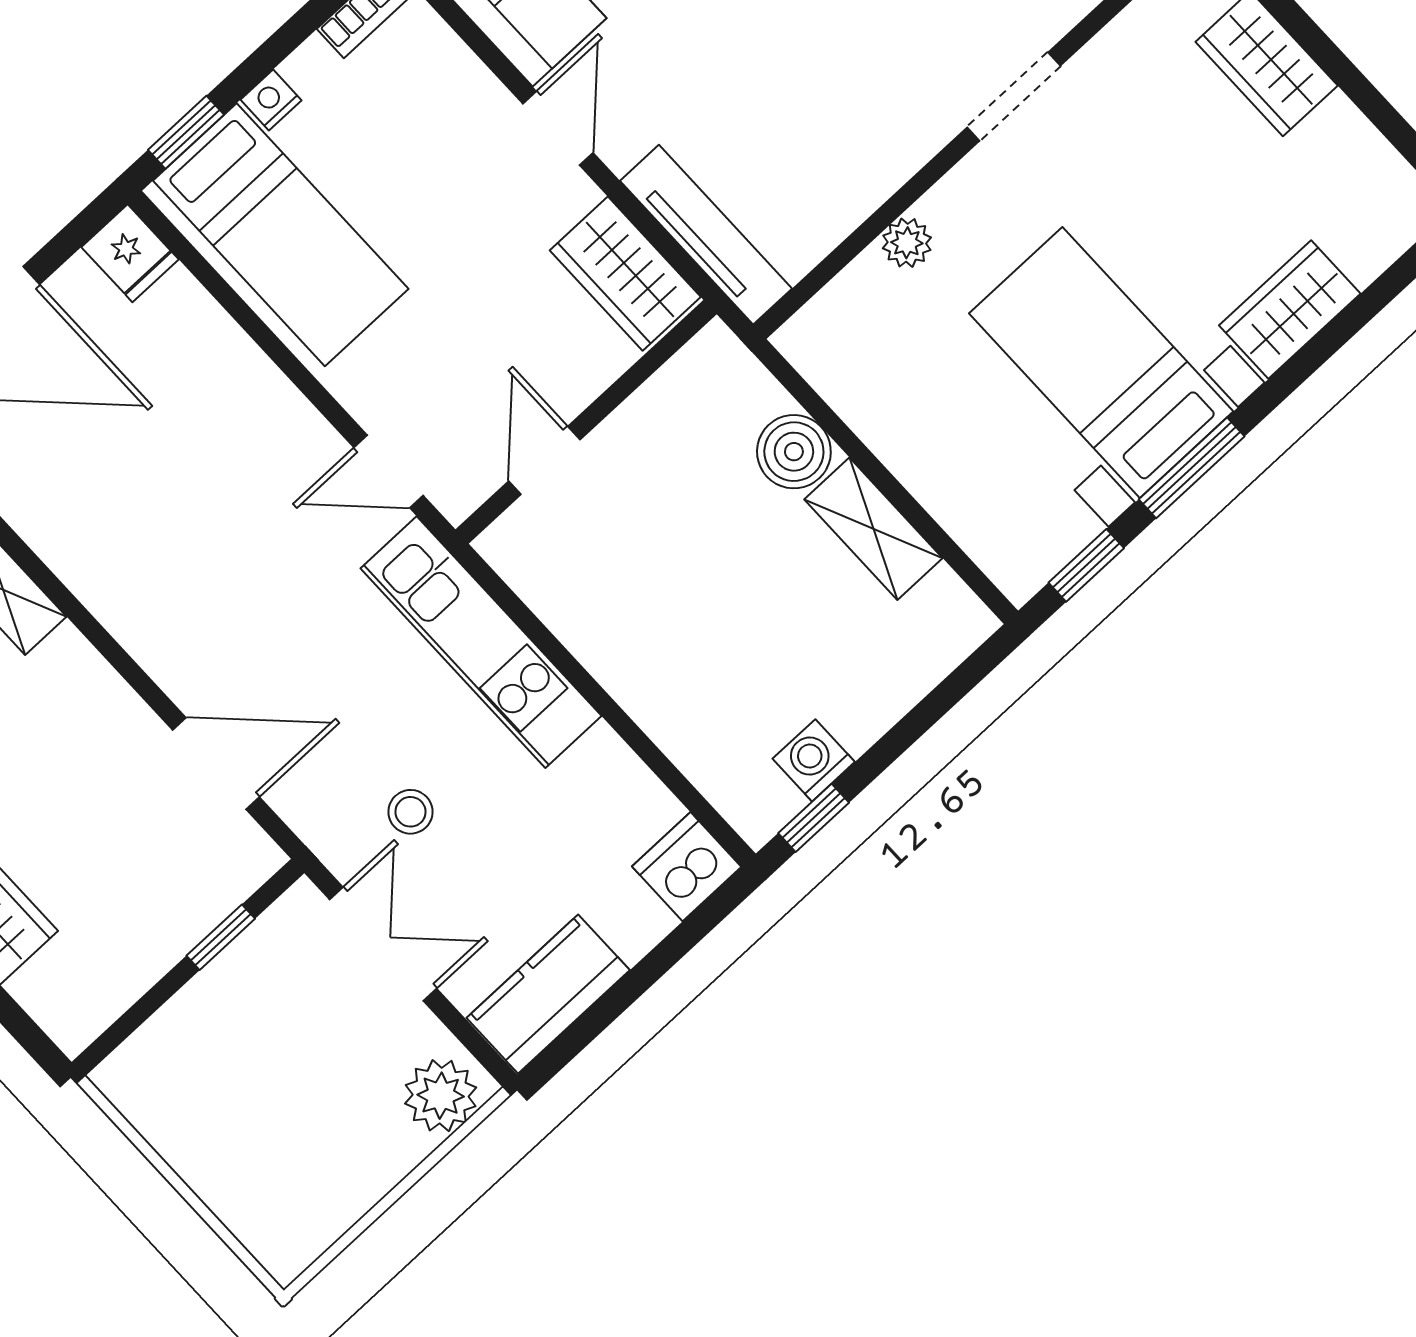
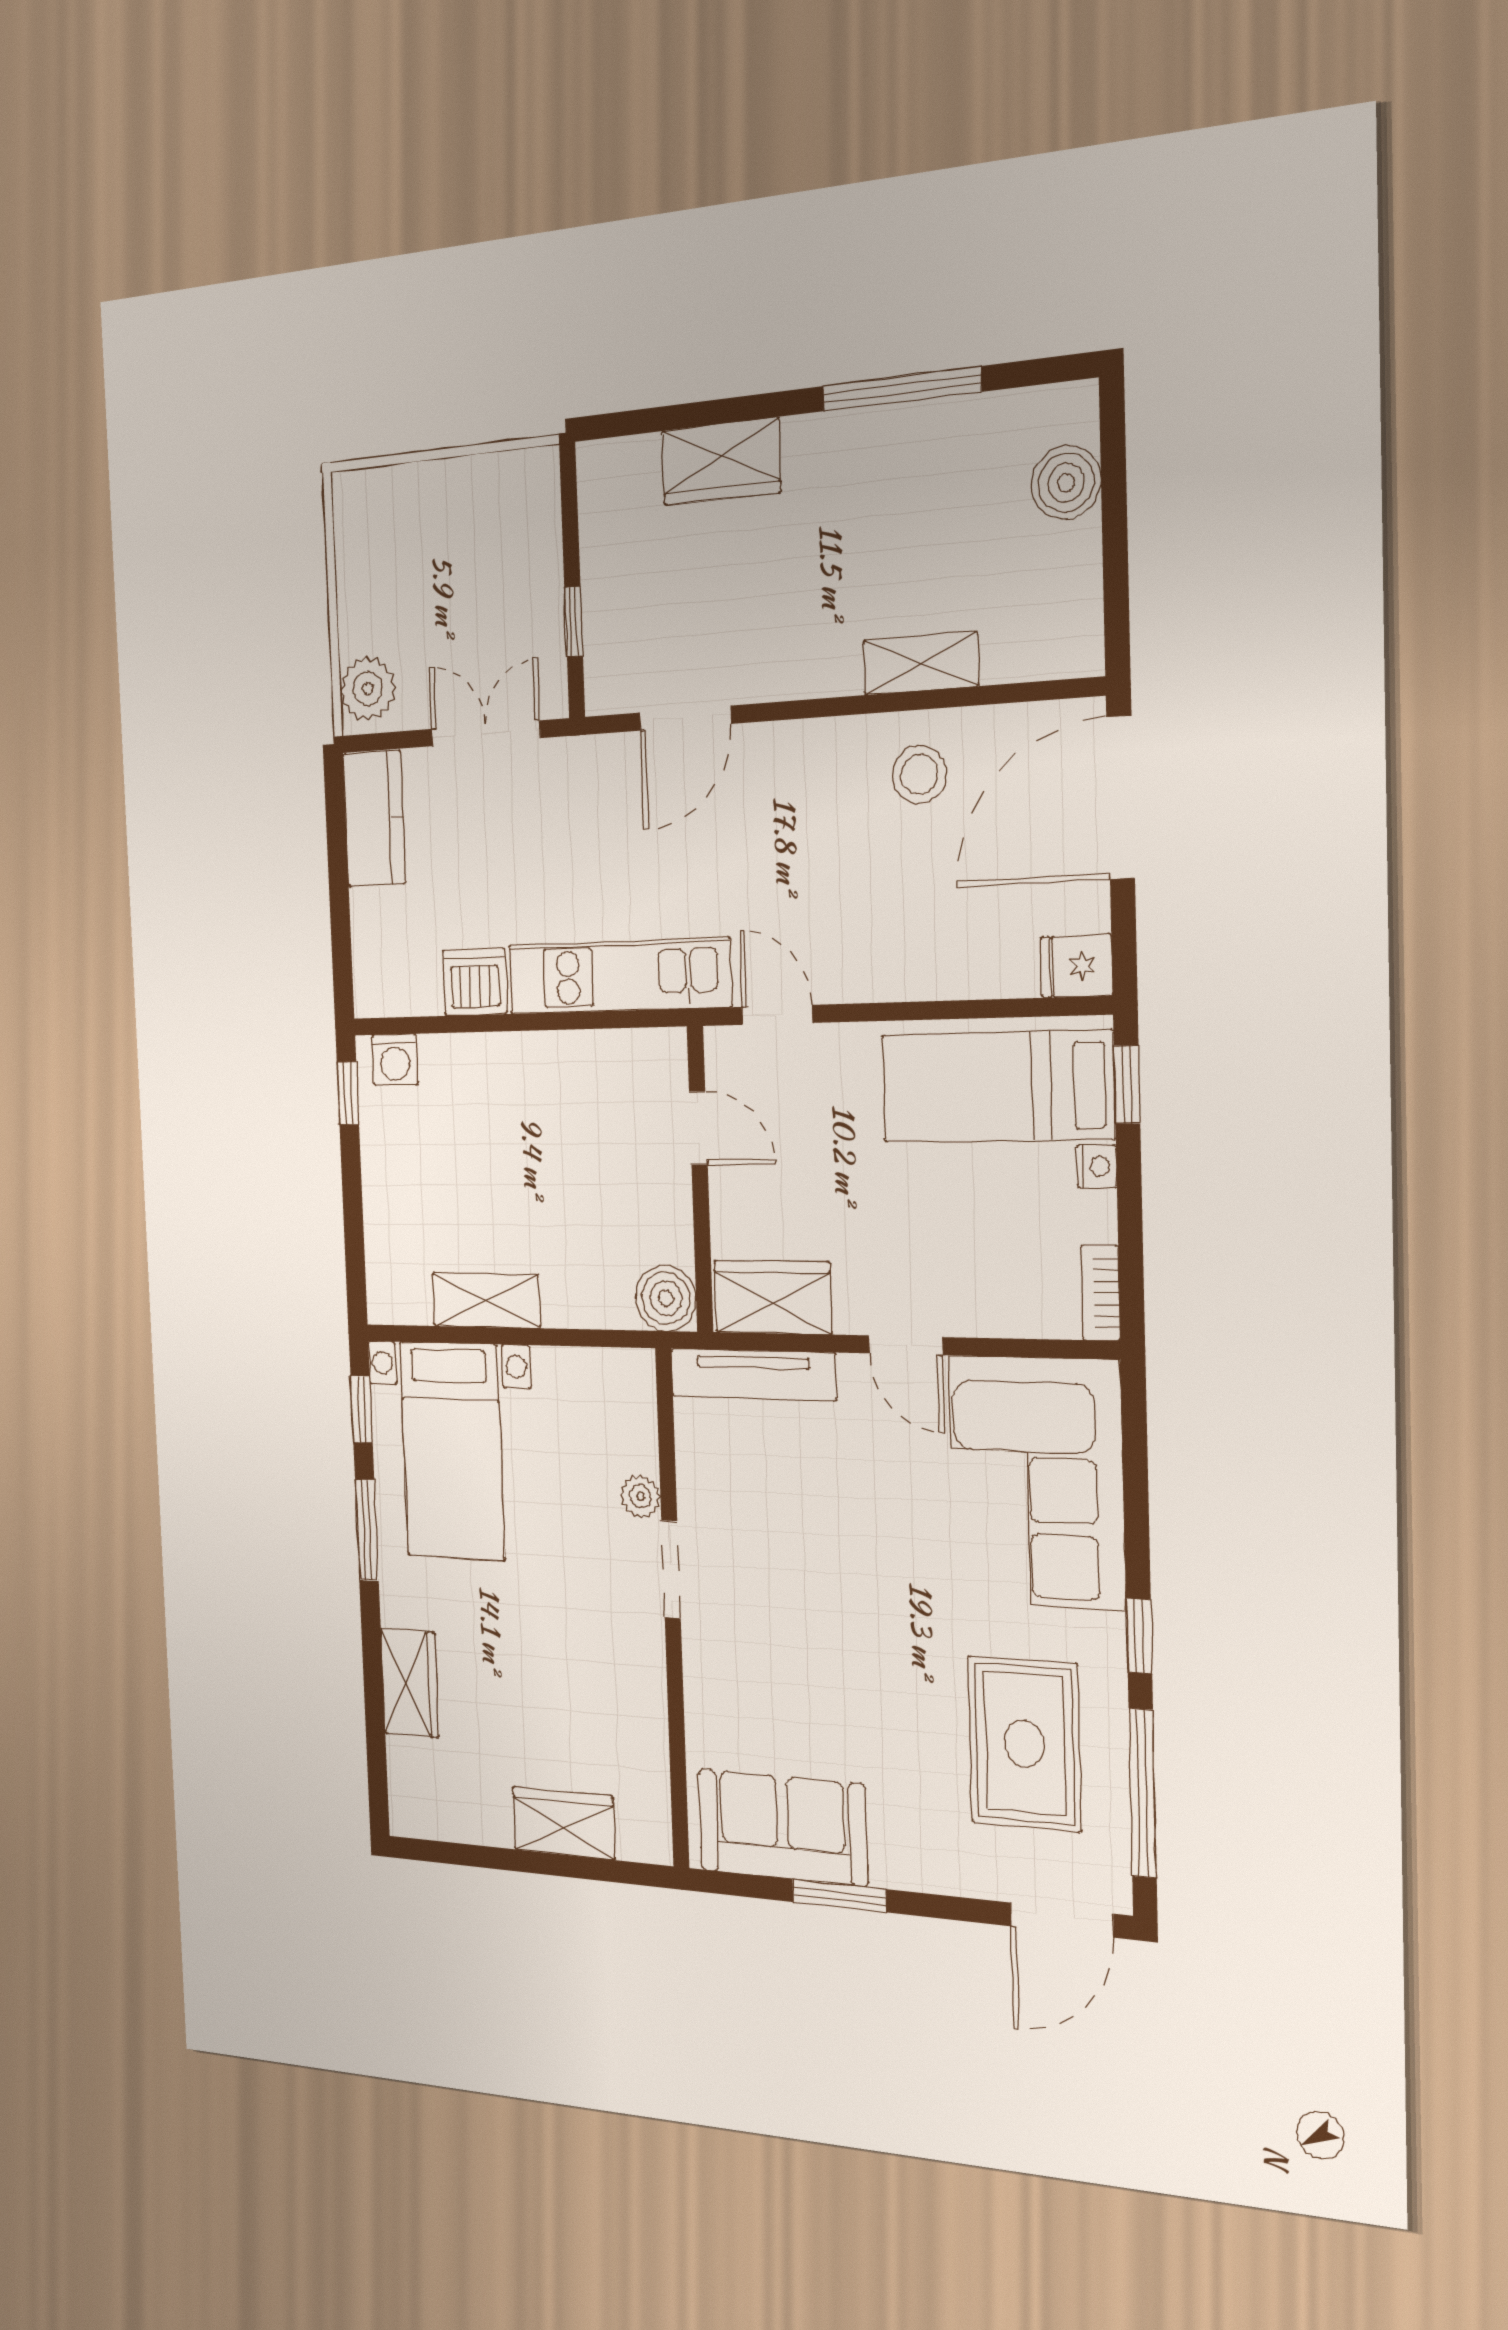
doorway: (1014, 97) -> (671, 1570), moved
bed with nightstands: (1101, 362) -> (452, 1451), moved, turned 90
boiler: (794, 452) -> (666, 1298), moved
door: (389, 471) -> (777, 1015), hinge flipped
washing machine: (814, 760) -> (395, 1060), moved, turned 90
stool: (411, 812) -> (919, 774), moved, width x1.37, depth x1.37
dishwasher: (687, 867) -> (475, 982), moved, turned -90
double door: (383, 944) -> (486, 733), swing flipped

